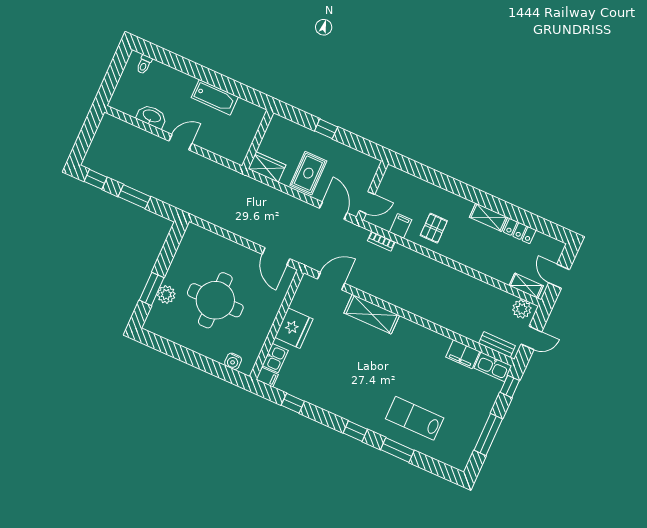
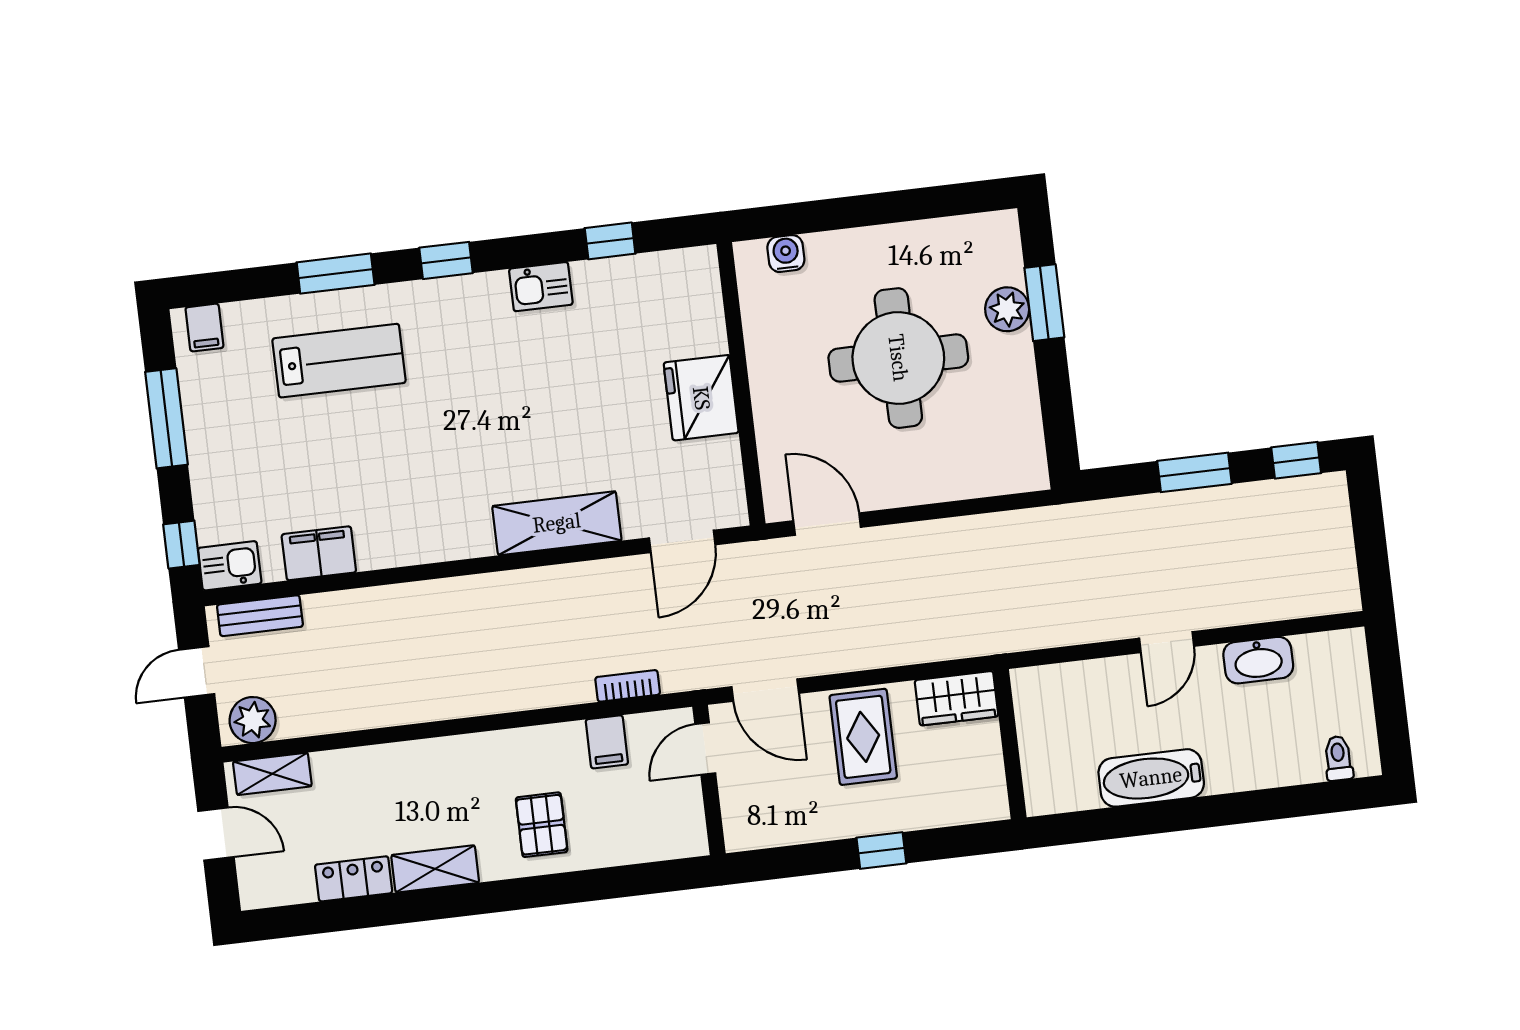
pallet: (434, 228) -> (542, 825), moved
kitchen sink: (275, 358) -> (541, 287), moved, turned -90
kitchen sink: (493, 367) -> (230, 566), width x0.73
filing cabinet: (267, 377) -> (204, 328), moved, turned -90

